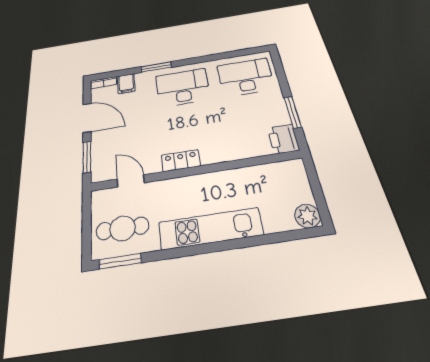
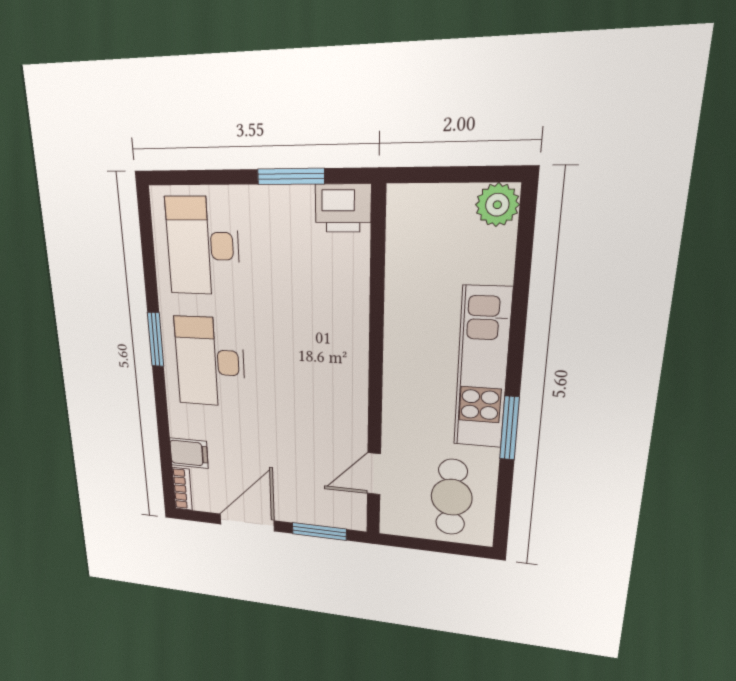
window: (156, 67) -> (156, 339), moved
locker: (181, 161) -> (353, 391), removed
window: (120, 261) -> (510, 428), moved

